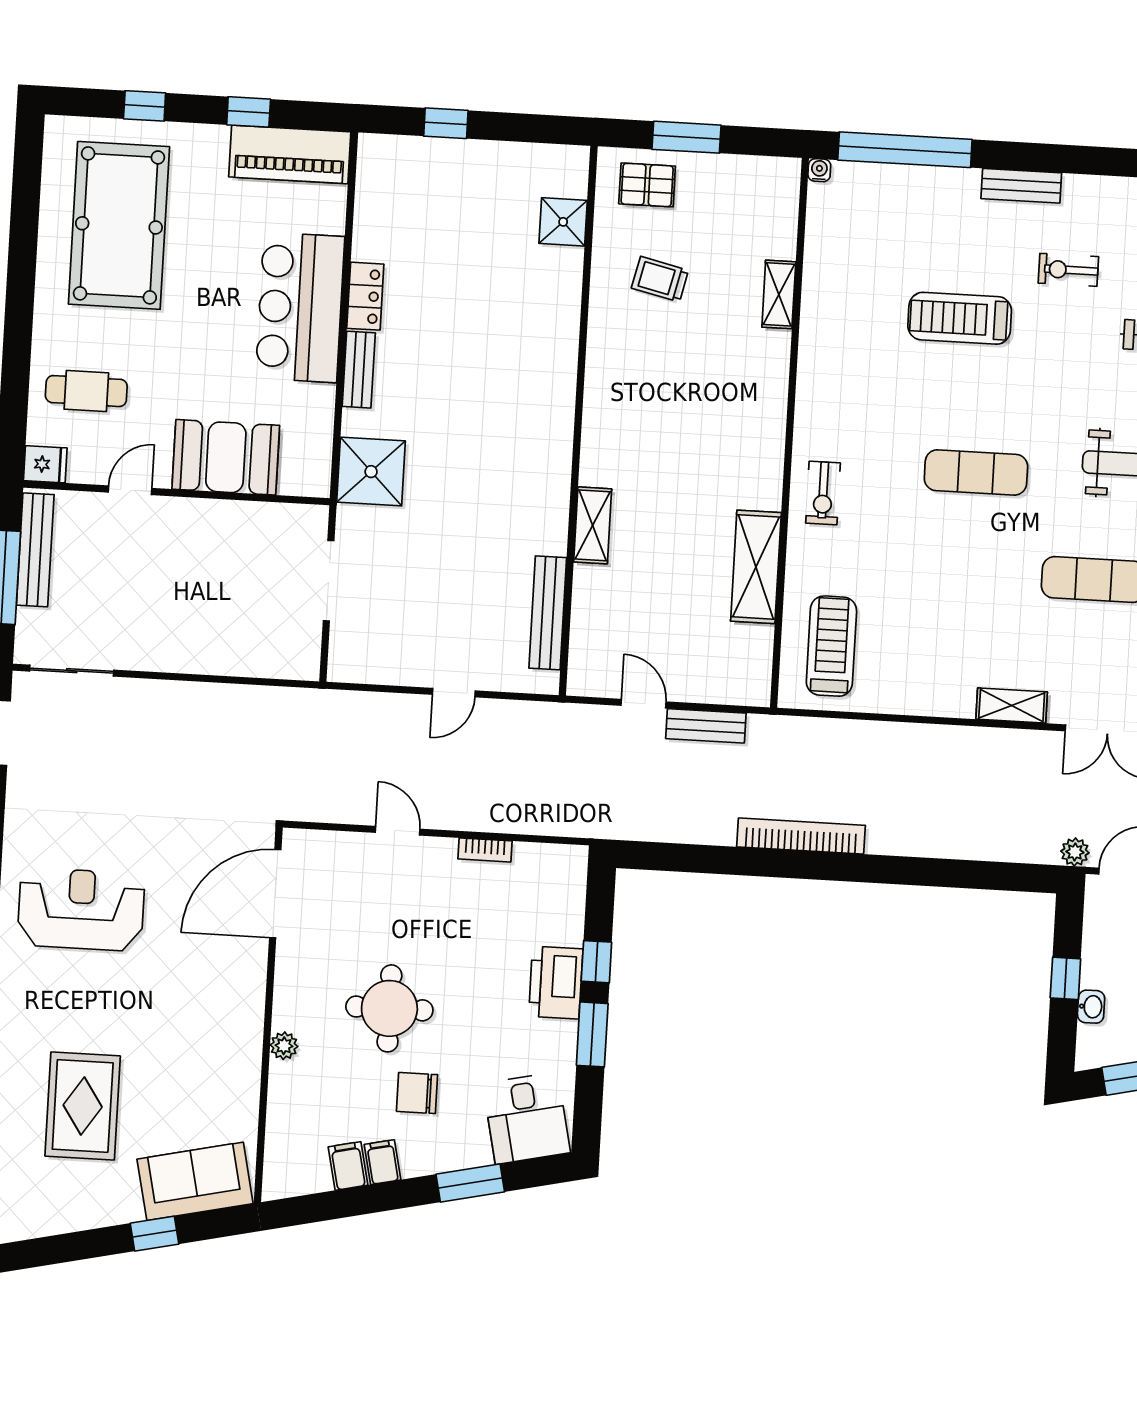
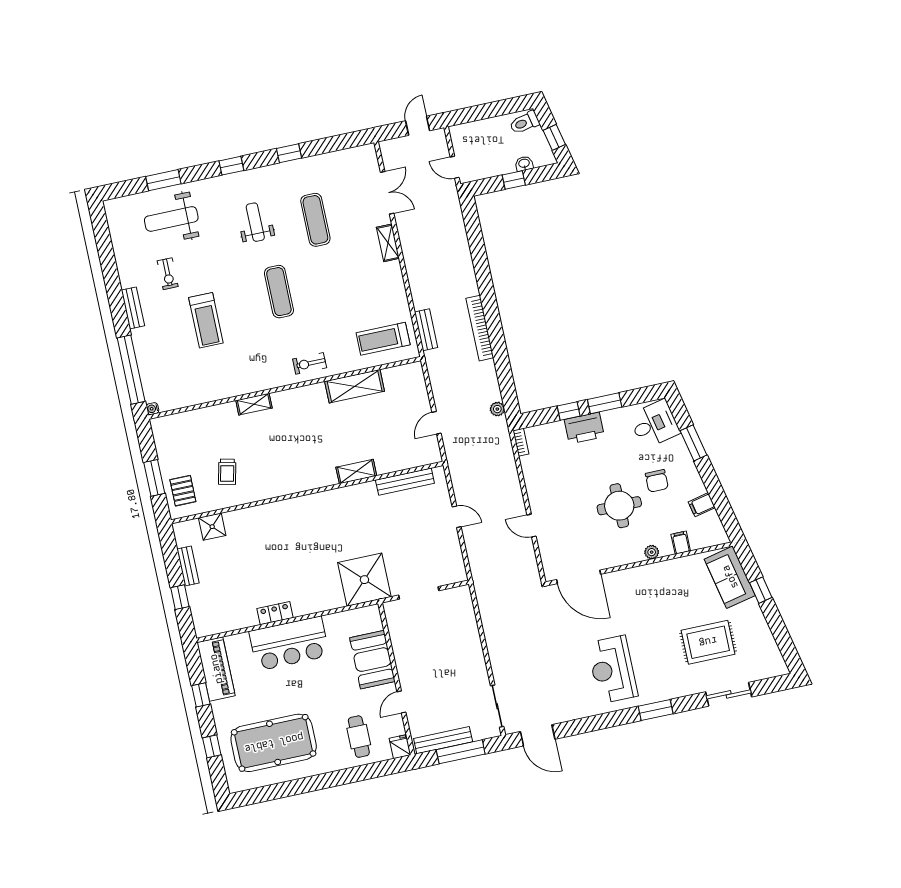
shelving: (779, 294) -> (254, 404), moved
bench: (359, 370) -> (188, 566), moved, turned 90
shower: (371, 472) -> (364, 580), width x1.37, depth x1.37
door: (130, 490) -> (401, 702), hinge flipped
exercise bike: (823, 493) -> (310, 363), turned 180
bench: (706, 726) -> (426, 330), moved
door: (398, 831) -> (531, 526), hinge flipped
bookcase: (485, 850) -> (521, 442), moved
plant: (1075, 852) -> (497, 409), moved
filing cabinet: (382, 1162) -> (681, 543), moved, turned 102

